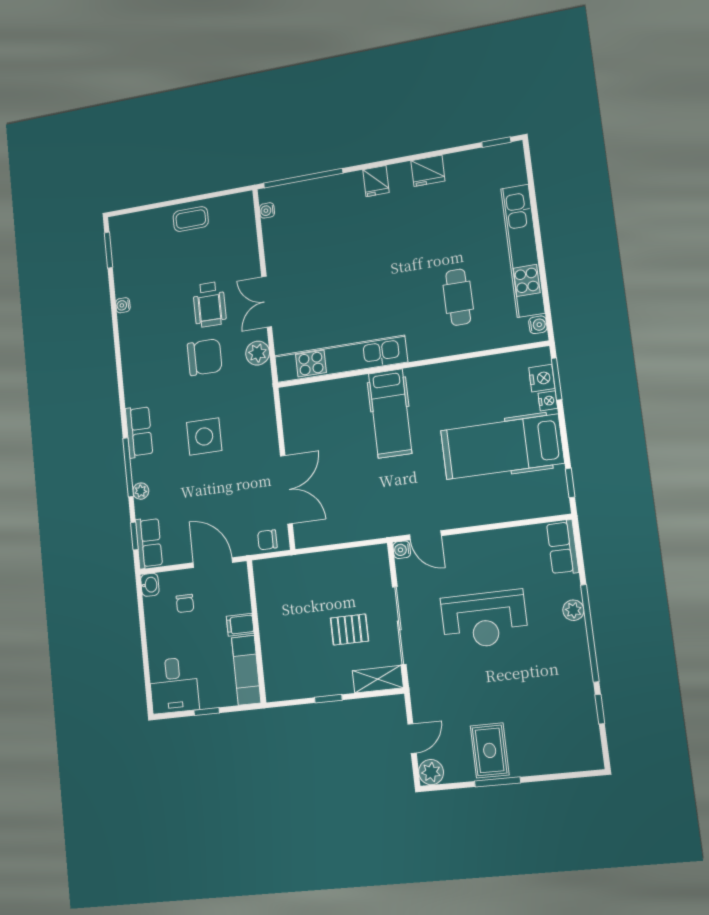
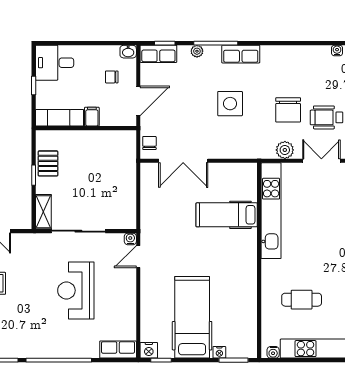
nightstand: (542, 378) -> (149, 350), moved
hospital bed: (390, 413) -> (227, 215), moved
plant: (573, 610) -> (75, 351), removed
pallet: (350, 630) -> (48, 163), moved

